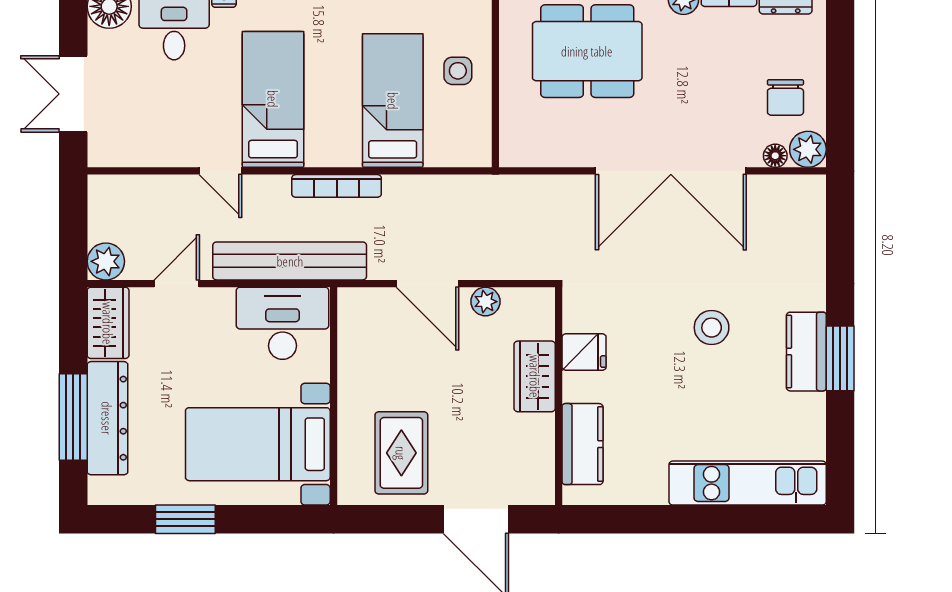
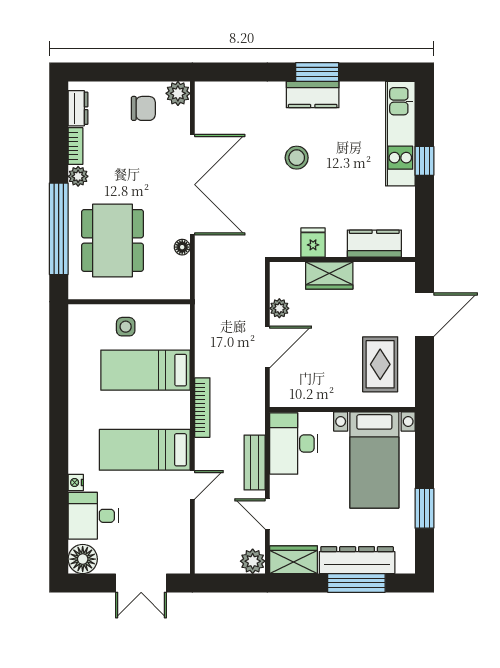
floor lamp: (775, 156) -> (182, 247), moved
bench: (290, 261) -> (255, 462), width x0.54, depth x0.82
rug: (401, 453) -> (380, 364), turned 90
window: (707, 519) -> (424, 161), added

